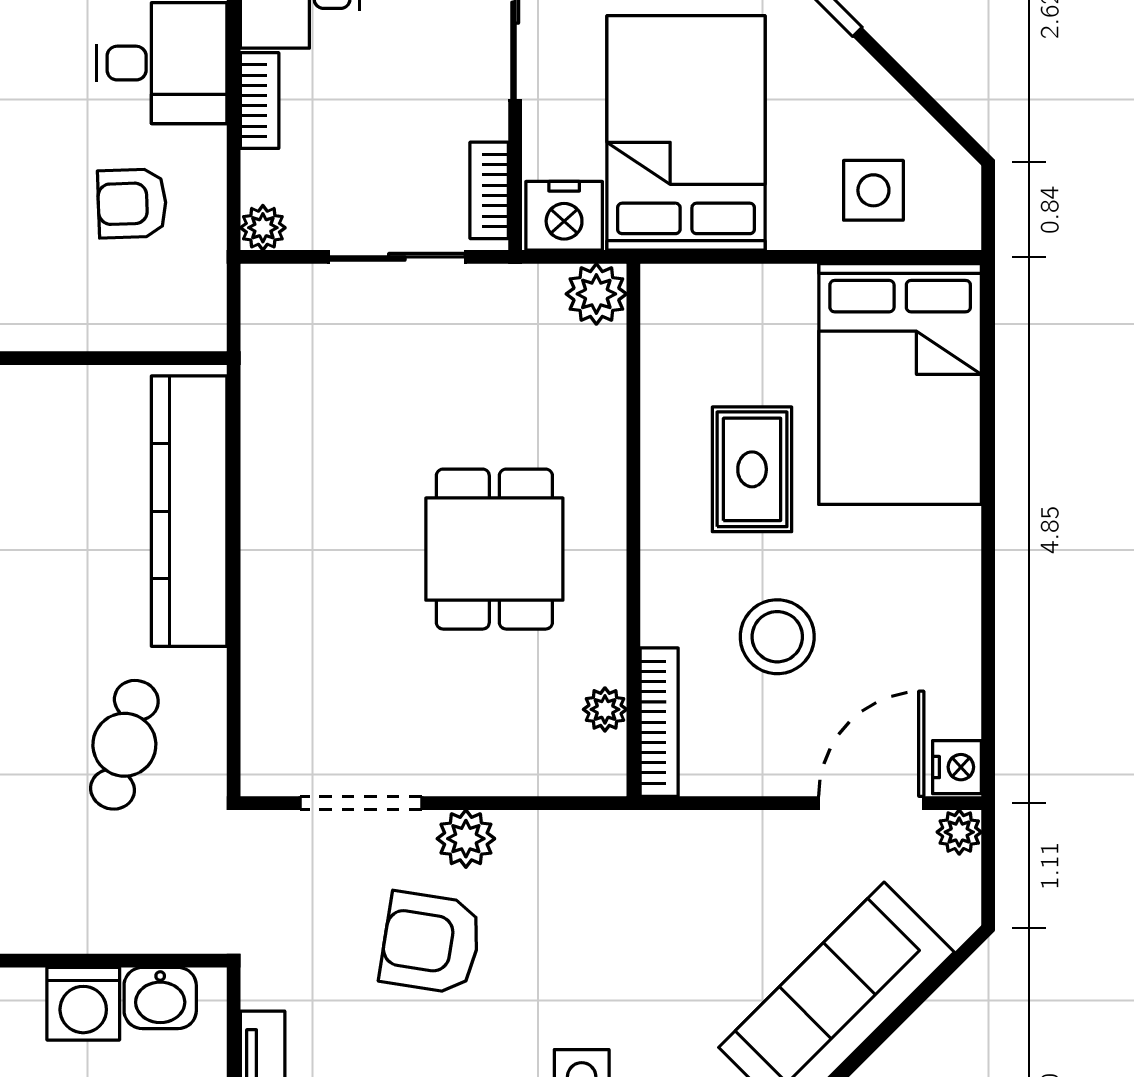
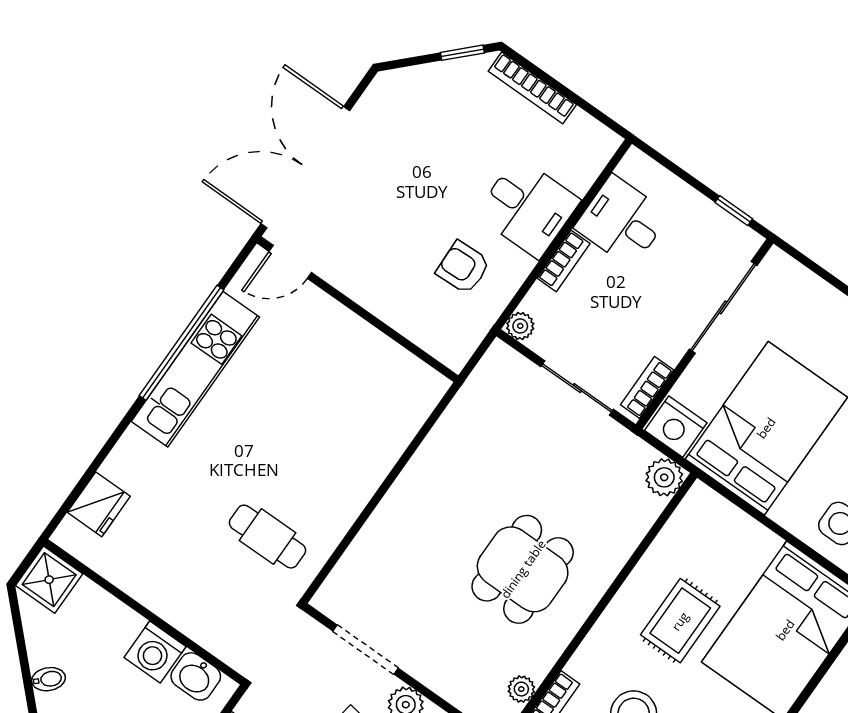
kitchen counter: (189, 511) -> (383, 442), removed
cafe table: (124, 745) -> (267, 537), turned 75

